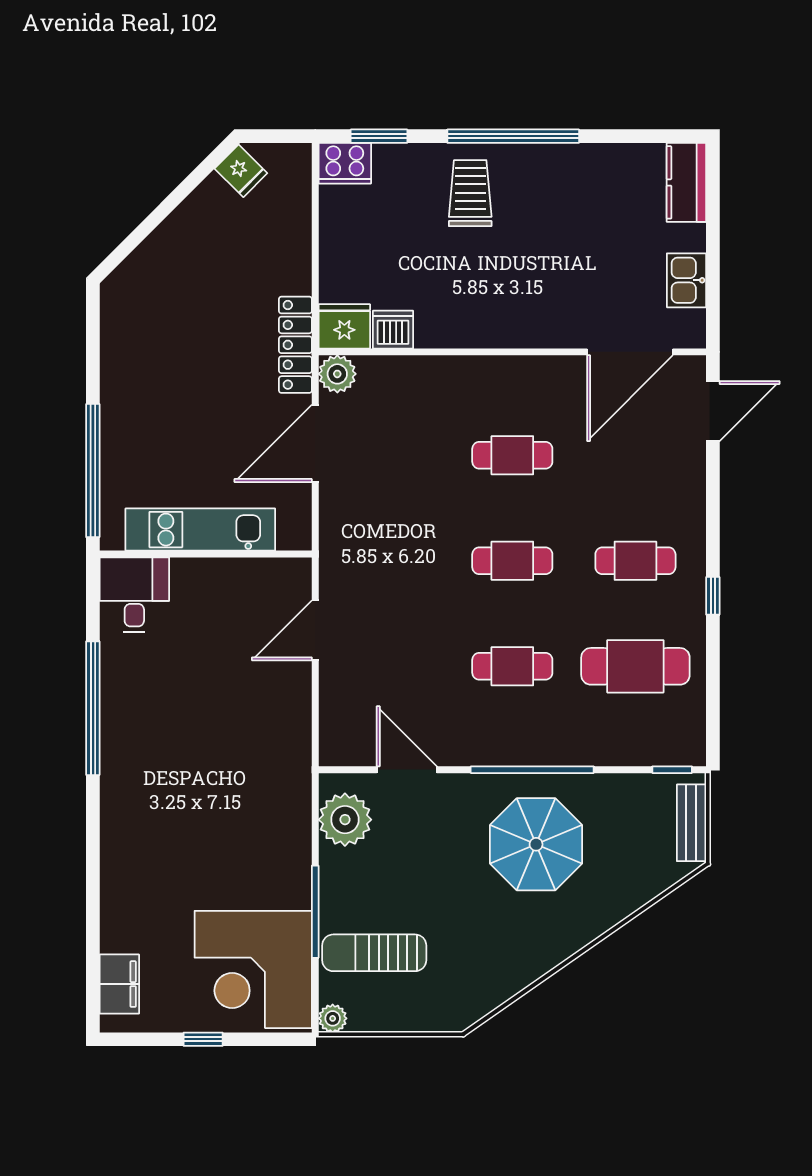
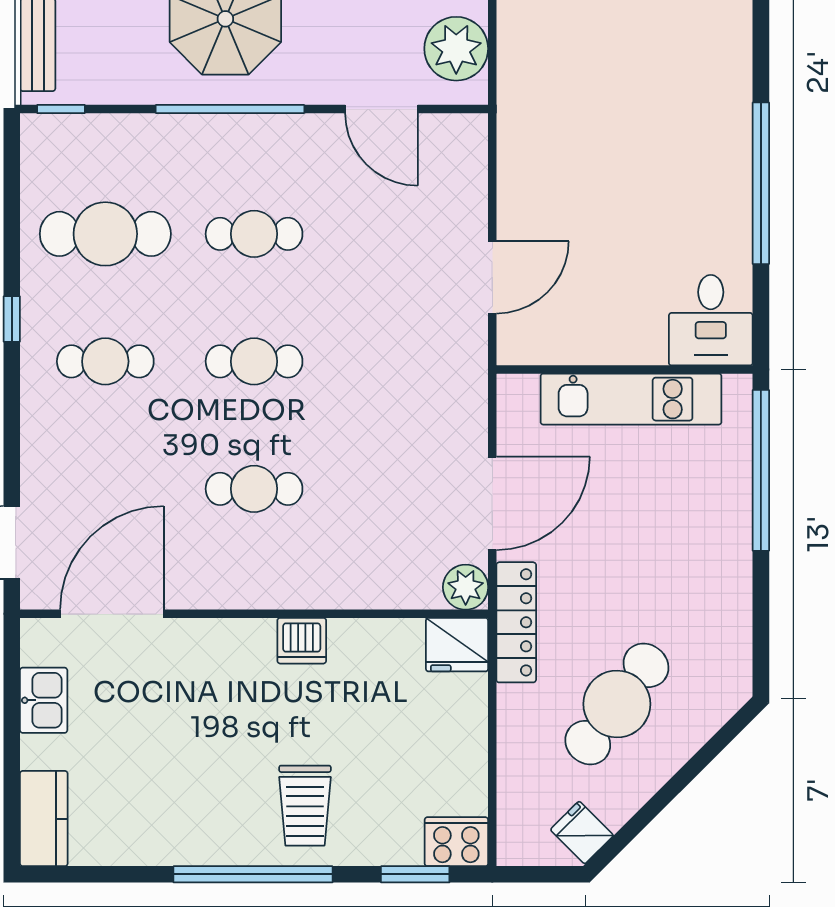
cafe table: (212, 277) -> (617, 704), added
dishwasher: (393, 330) -> (302, 641), moved

